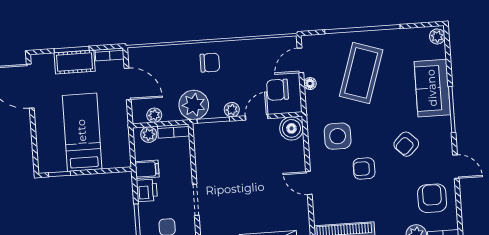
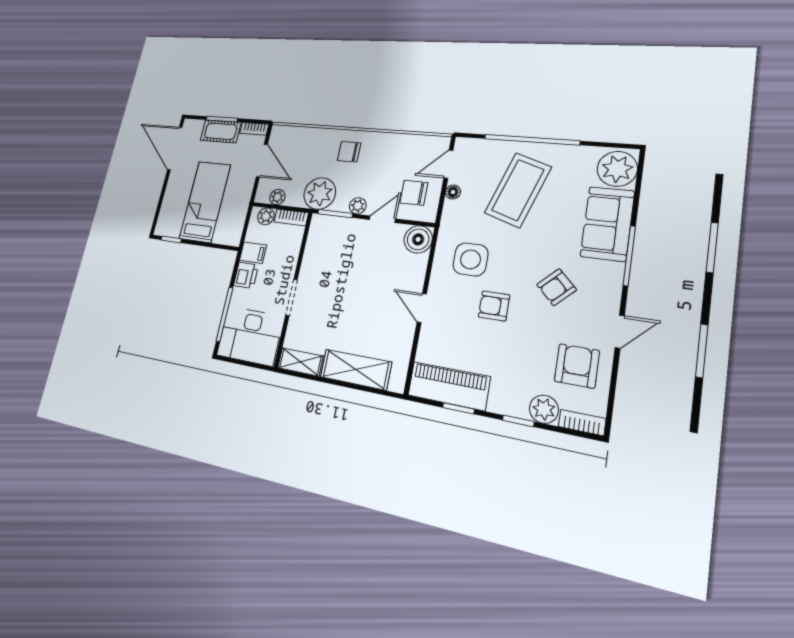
plant: (437, 36) -> (617, 169), width x1.87, depth x1.87
chair: (210, 63) -> (349, 152), turned 180
door: (456, 167) -> (620, 332), hinge flipped

